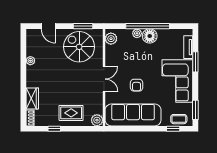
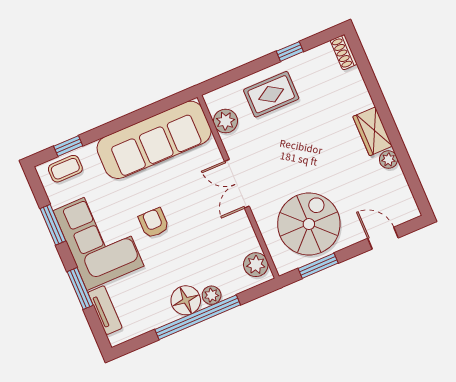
spiral stairs: (79, 47) -> (309, 224), turned -90
armchair: (137, 85) -> (154, 223), moved
wardrobe: (32, 98) -> (373, 131), moved
window: (195, 110) -> (53, 225), moved
plant: (97, 120) -> (225, 121), moved

